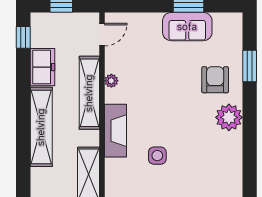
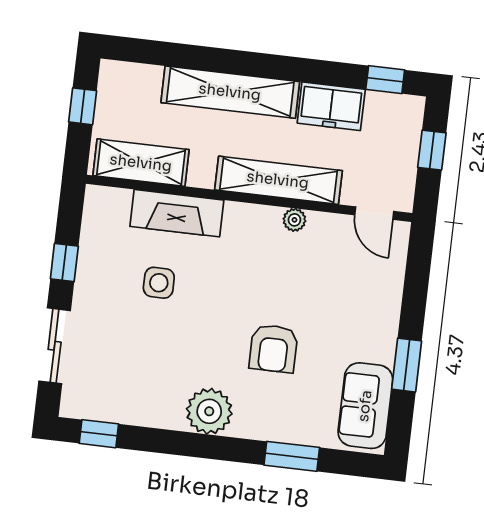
sofa: (187, 27) -> (365, 406), moved
armchair: (215, 80) -> (273, 348), moved, turned 90
fireplace: (116, 131) -> (177, 213), moved
window: (250, 180) -> (99, 434), added

